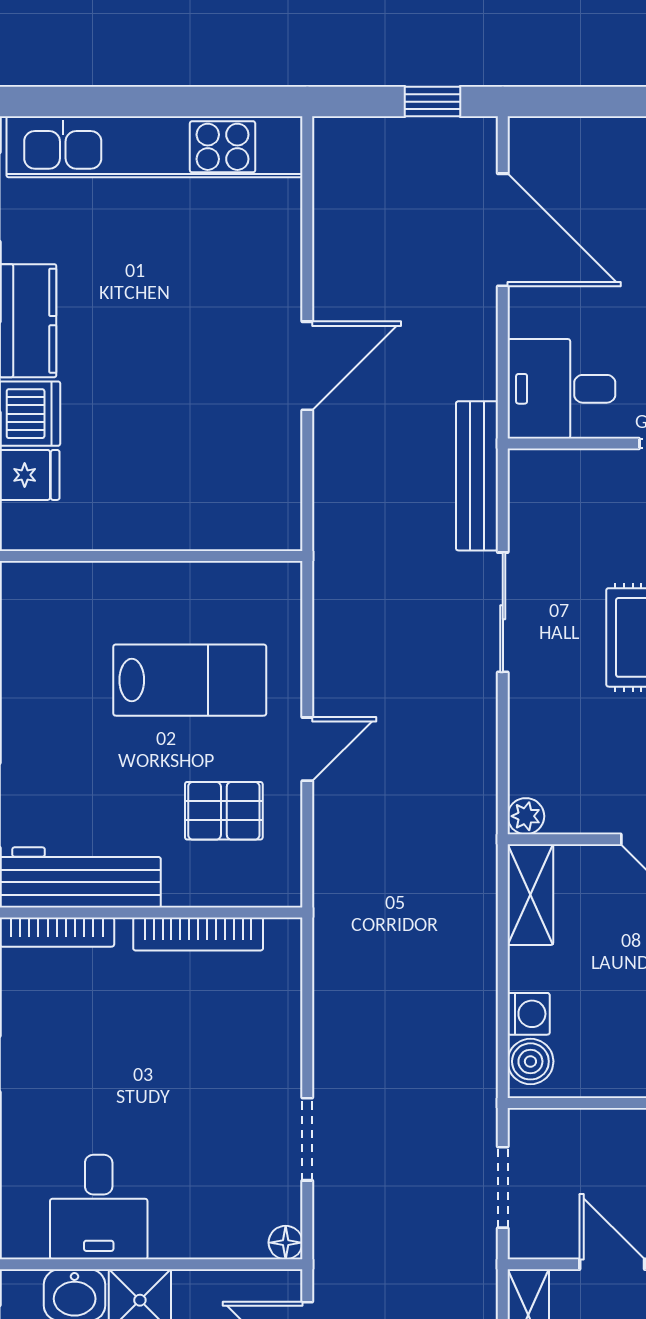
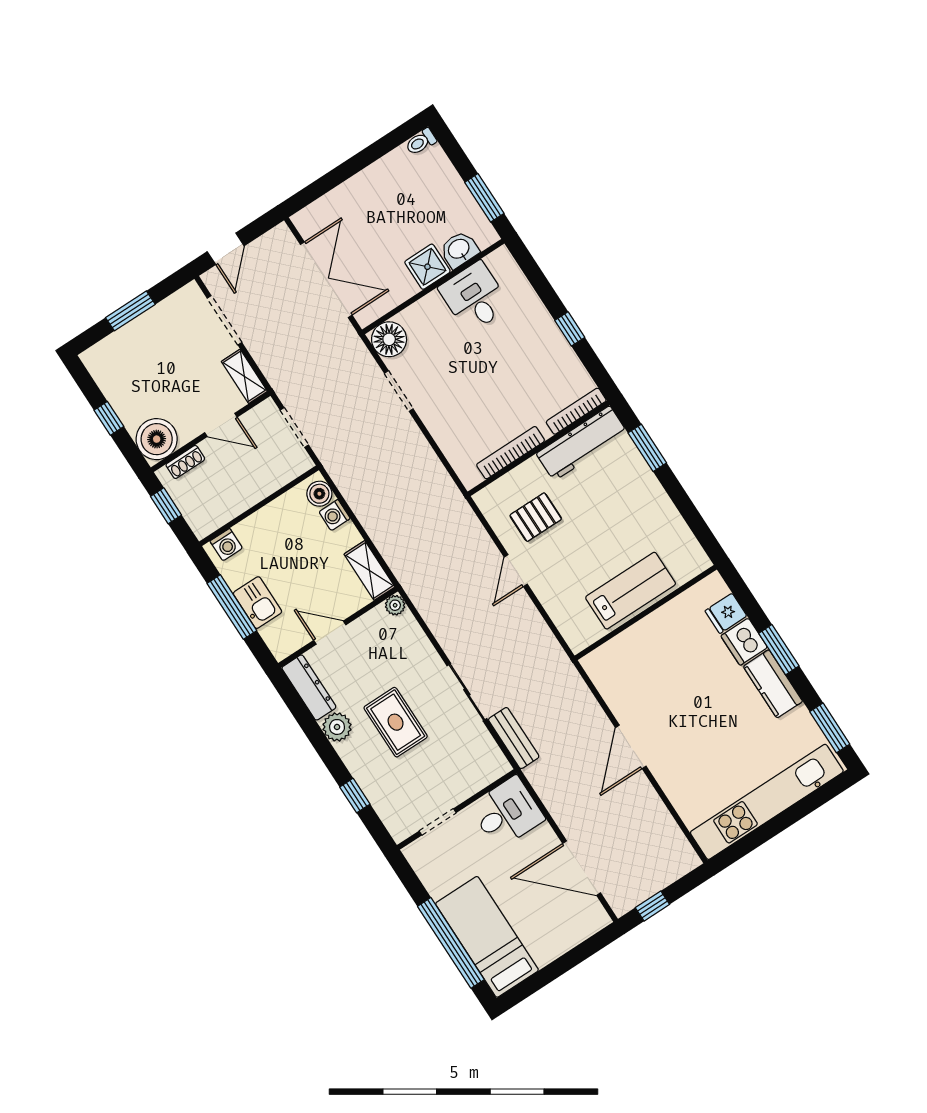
bench: (477, 476) -> (514, 738), width x0.73
lab bench: (190, 680) -> (631, 591), moved, turned 180
floor lamp: (286, 1243) -> (389, 339), width x1.89, depth x1.89

